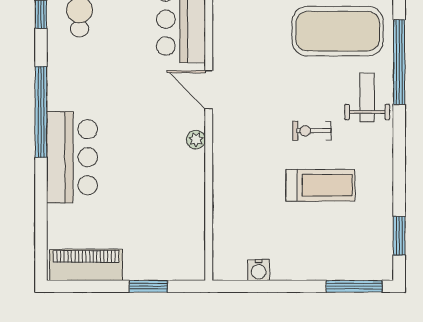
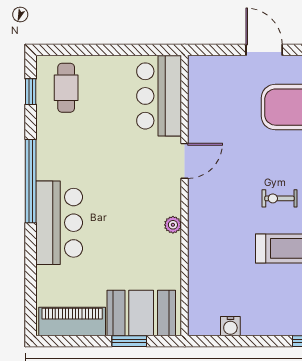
door: (209, 90) -> (185, 161), swing flipped
plant: (196, 140) -> (173, 225), moved
booth: (161, 256) -> (141, 313), added

